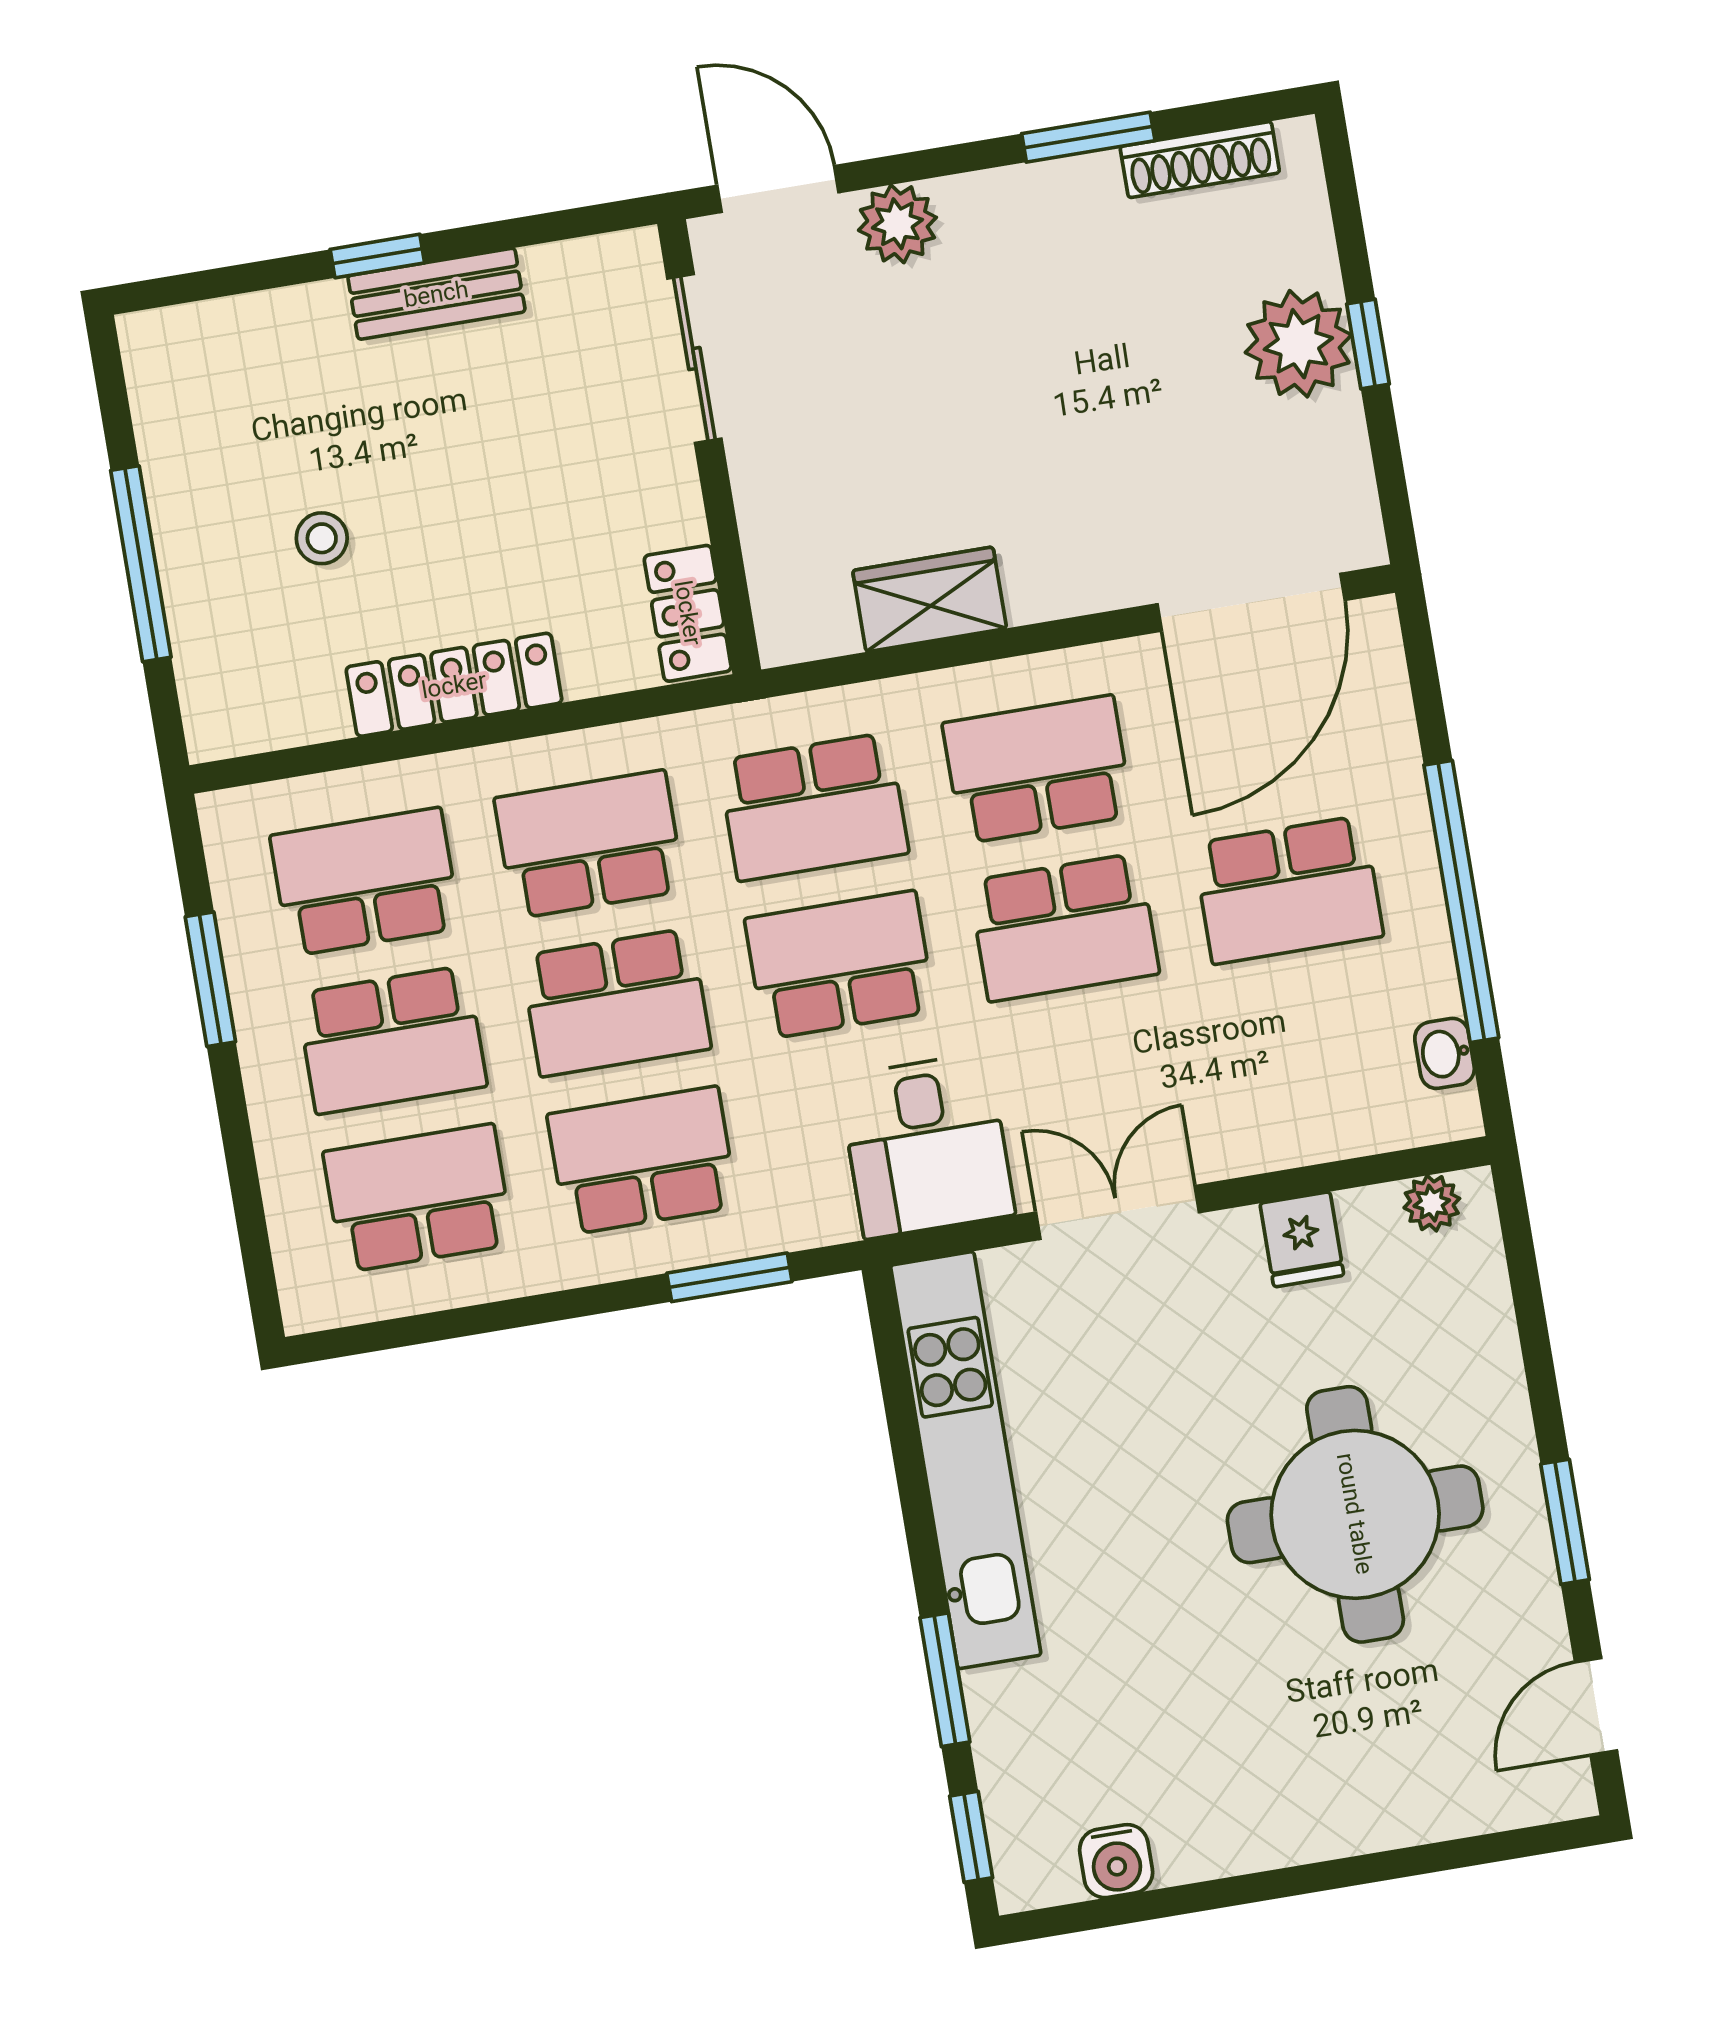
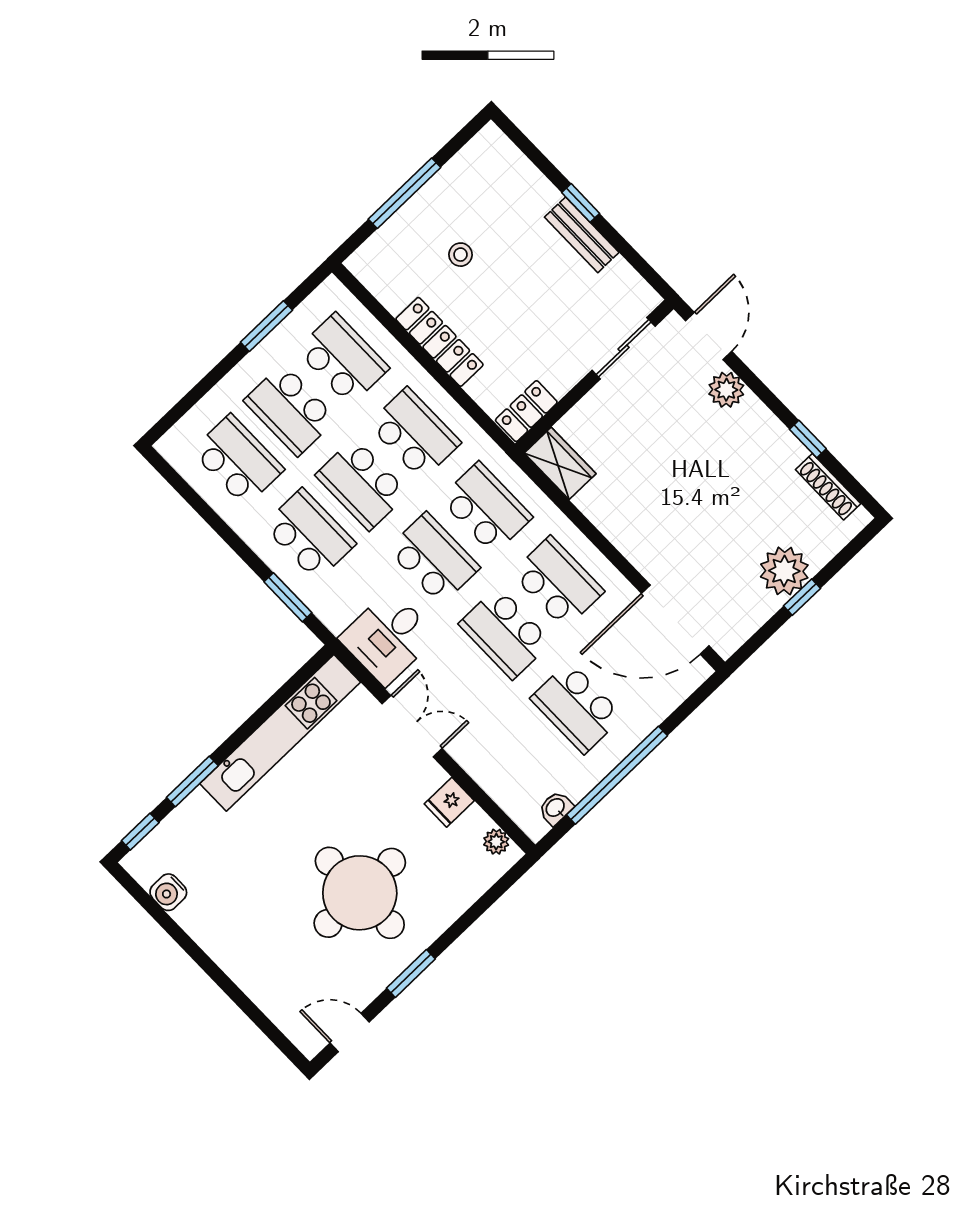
window: (1088, 137) -> (808, 439), width x0.67
wardrobe: (930, 599) -> (560, 463), moved
school desk: (813, 807) -> (486, 508), turned 180

